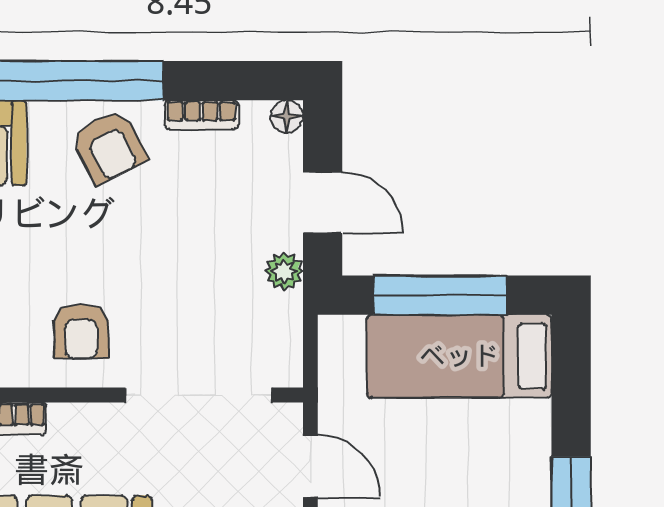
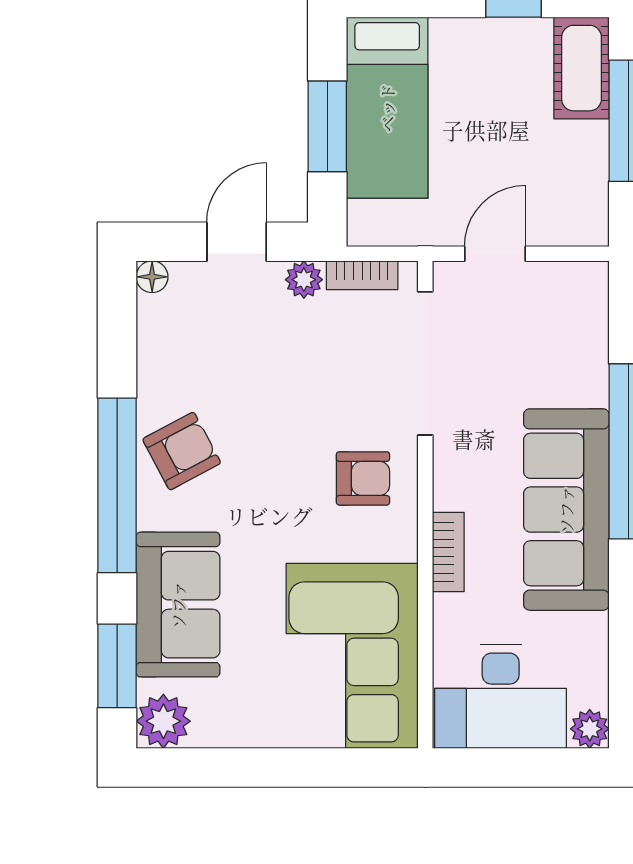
bookcase: (201, 115) -> (362, 275), moved, turned 90
window: (440, 295) -> (327, 126), width x0.69

